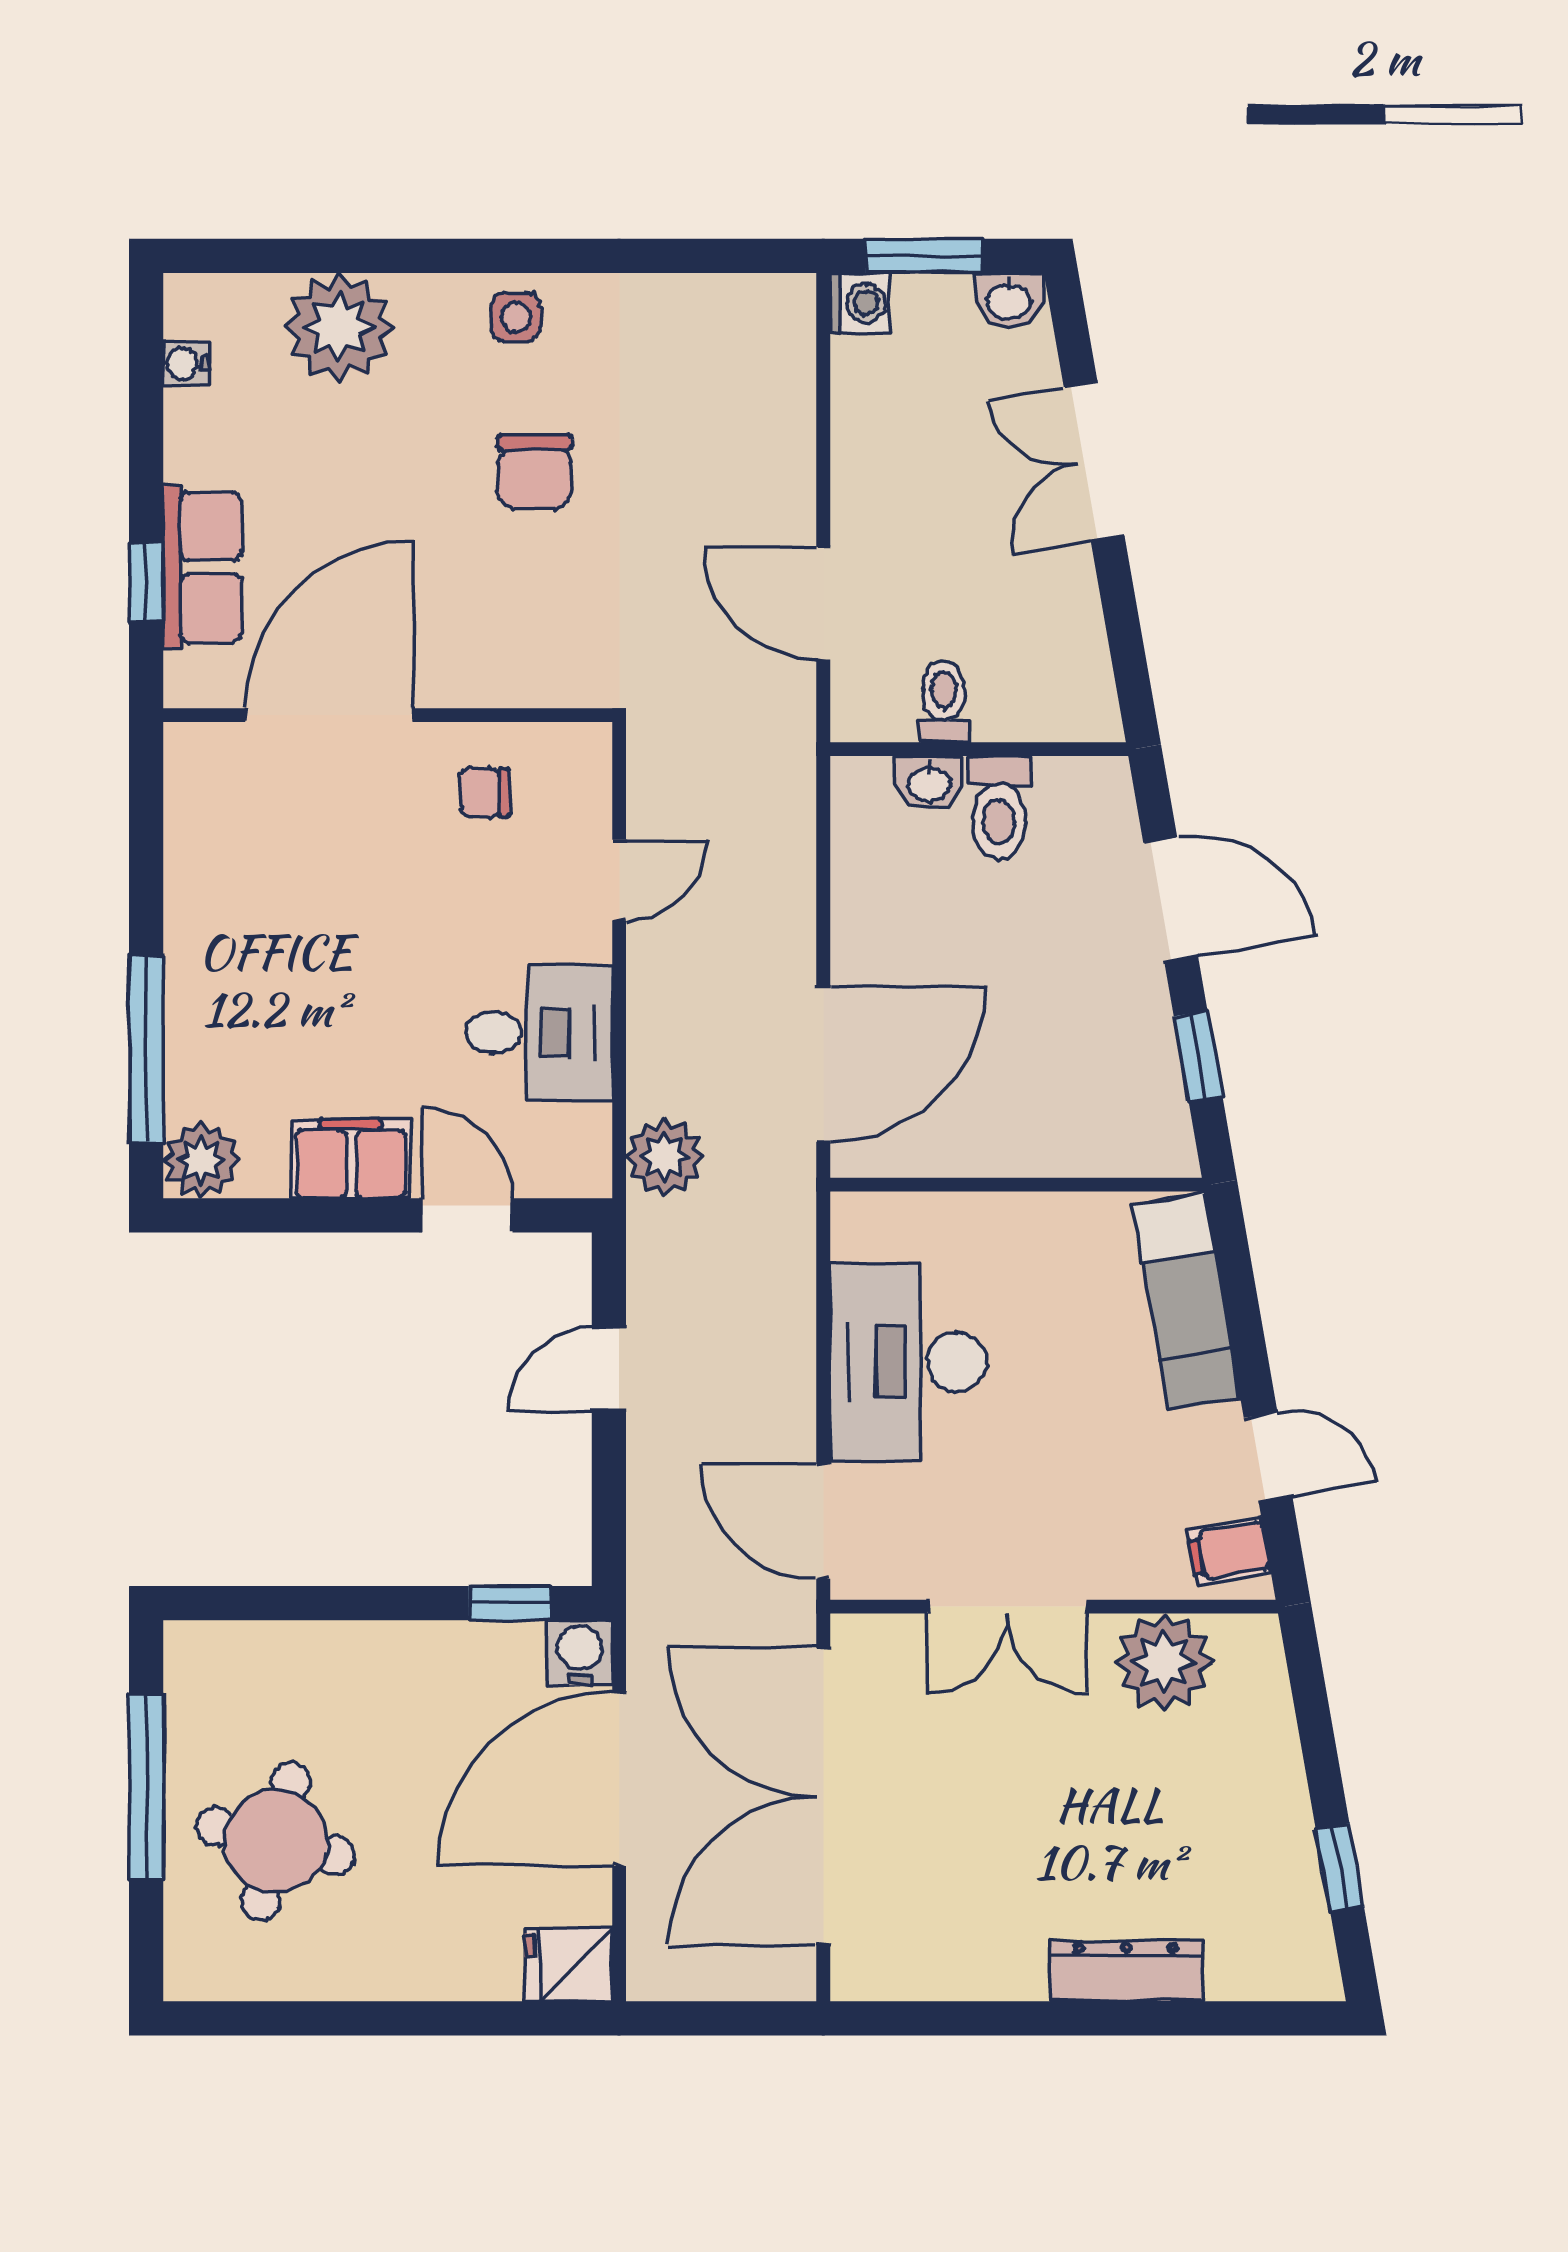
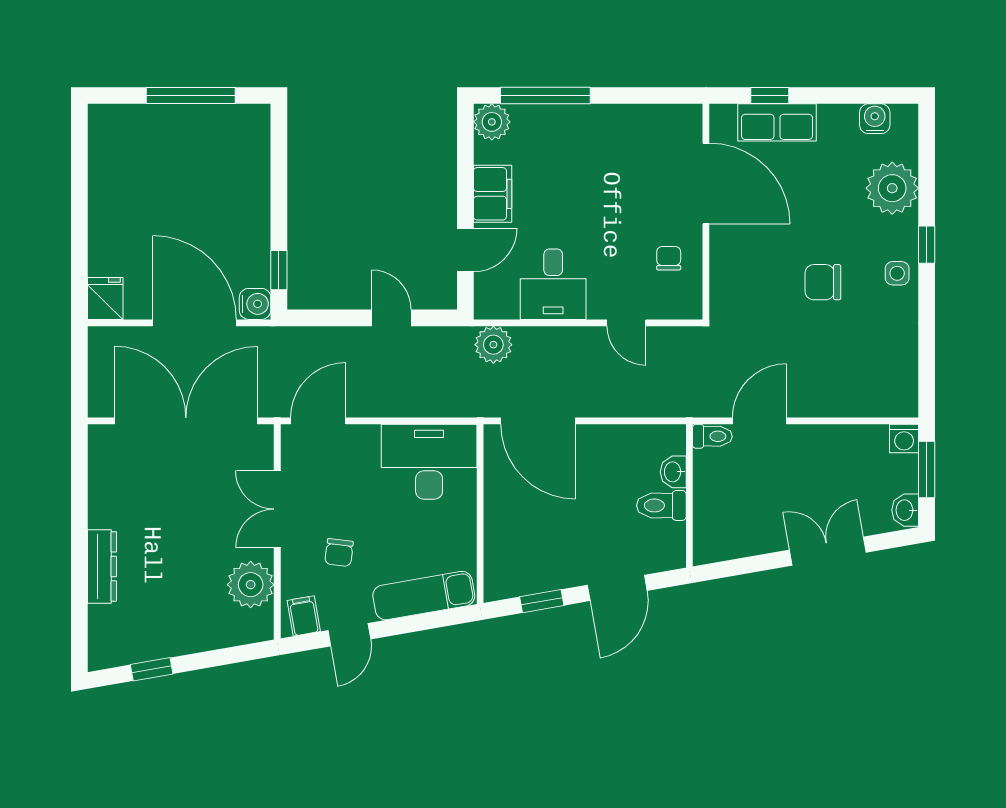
window: (456, 256) -> (927, 245), added
water cooler: (186, 364) -> (875, 119), width x1.38, depth x1.38
toilet: (944, 701) -> (712, 436), moved
desk: (908, 1362) -> (429, 462), moved
chair: (1097, 1478) -> (339, 553), added
round table: (276, 1841) -> (165, 158), removed

